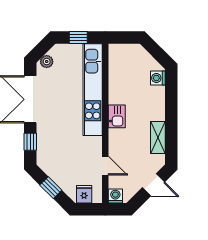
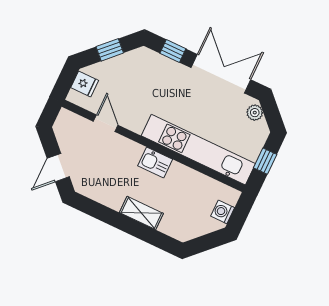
washing machine: (158, 78) -> (223, 212), moved, turned -90
shelving: (158, 138) -> (141, 213), moved
door: (105, 166) -> (106, 123), swing flipped
washing machine: (115, 196) -> (66, 118), removed

